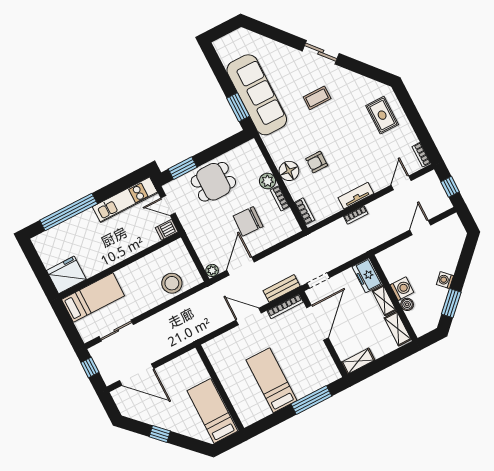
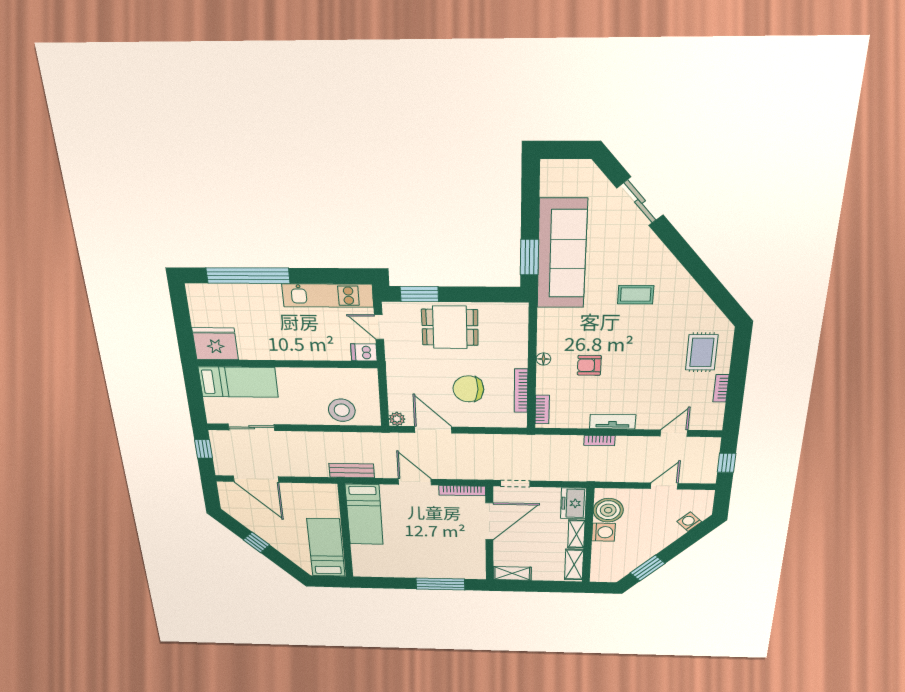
sliding door: (321, 52) -> (640, 201), moved
bookcase: (421, 155) -> (721, 388), moved
floor lamp: (289, 171) -> (543, 359), width x0.53, depth x0.53
plant: (267, 181) -> (517, 358), removed
bookcase: (280, 198) -> (521, 391), width x1.56
door: (240, 266) -> (433, 430), hinge flipped
washing machine: (445, 280) -> (689, 522), moved
bench: (282, 288) -> (352, 471), moved
boiler: (407, 304) -> (608, 510), moved, width x1.86, depth x1.86
bed: (272, 380) -> (364, 515), moved, turned 180

